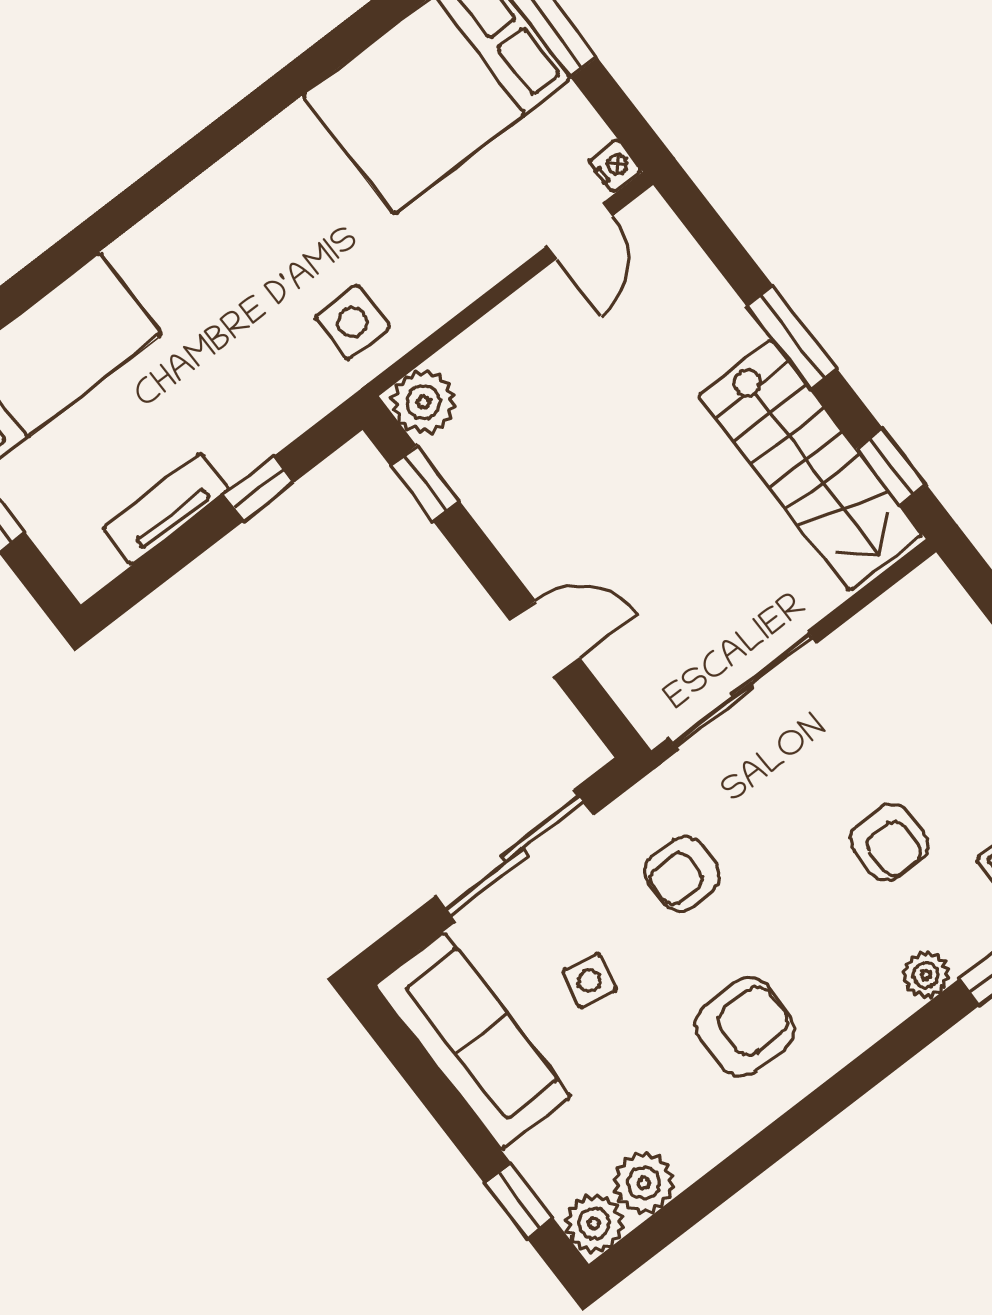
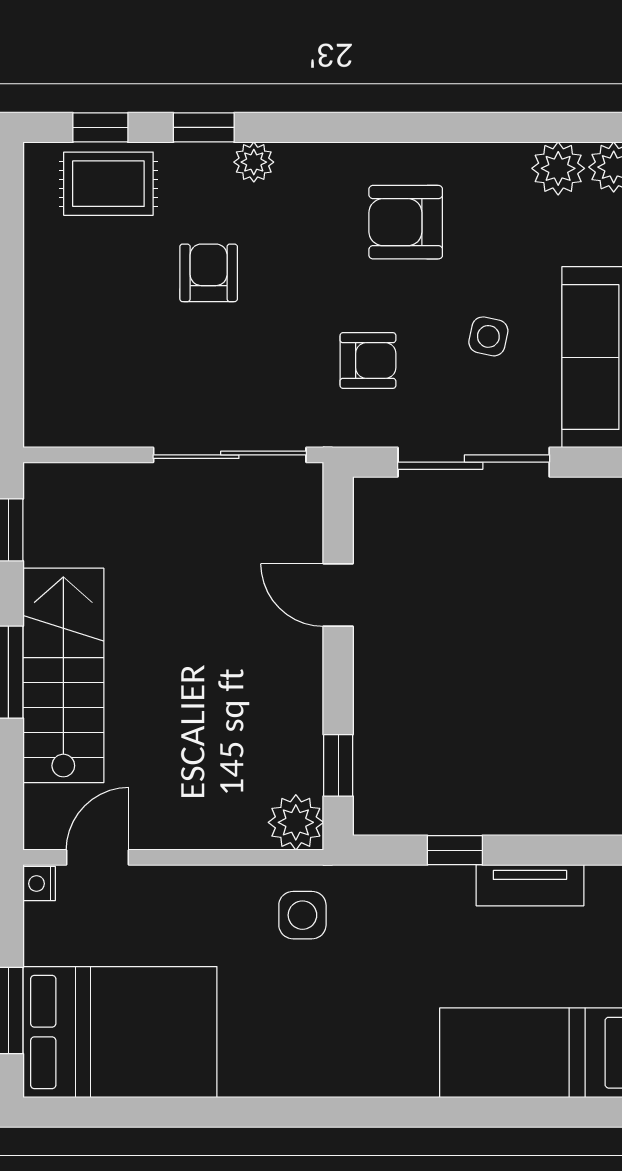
stairs: (810, 465) -> (63, 675), moved

